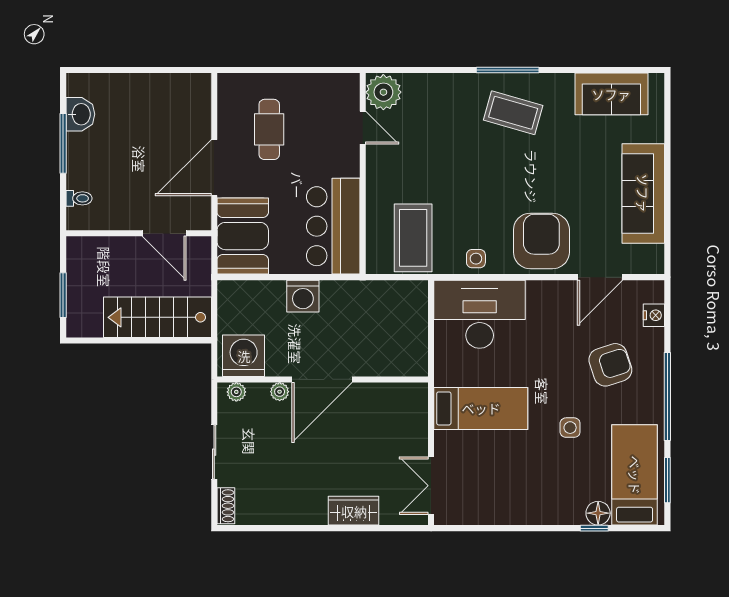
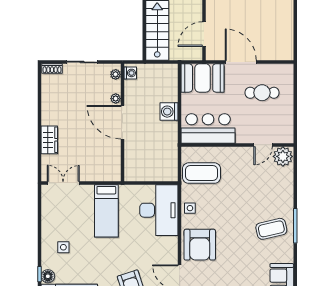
coffee table: (513, 113) -> (271, 229), turned 61
armchair: (541, 241) -> (200, 245), turned 90
washing machine: (244, 356) -> (130, 73), width x0.53, depth x0.53
side table: (570, 428) -> (63, 247), moved

